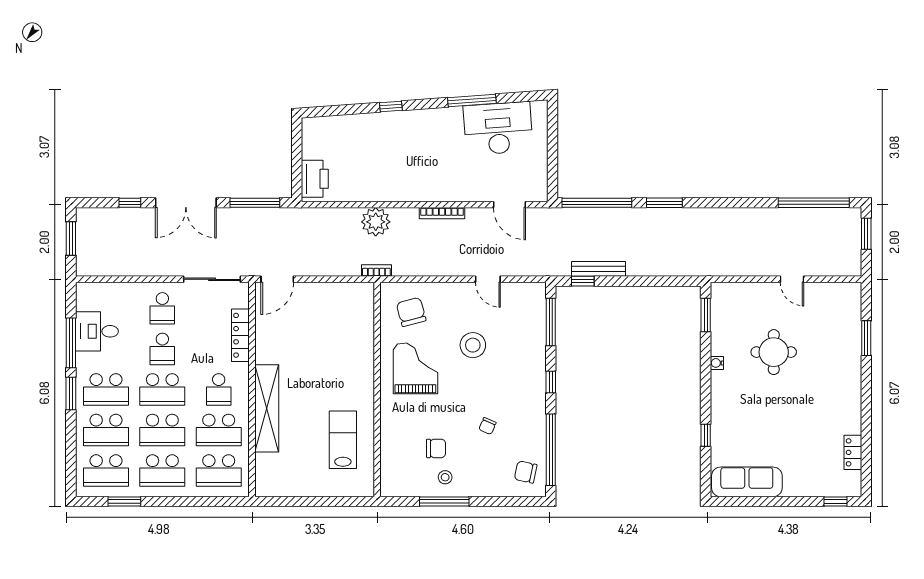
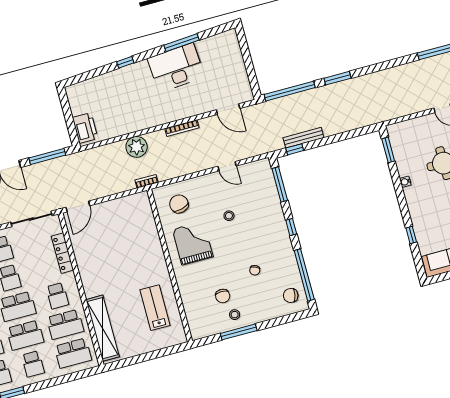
desk: (498, 128) -> (176, 68), moved
stool: (473, 345) -> (229, 216), width x0.53, depth x0.53
shelving: (267, 408) -> (103, 328), moved
chair: (436, 448) -> (223, 296), turned 90
school desk: (162, 471) -> (33, 364), width x0.54

